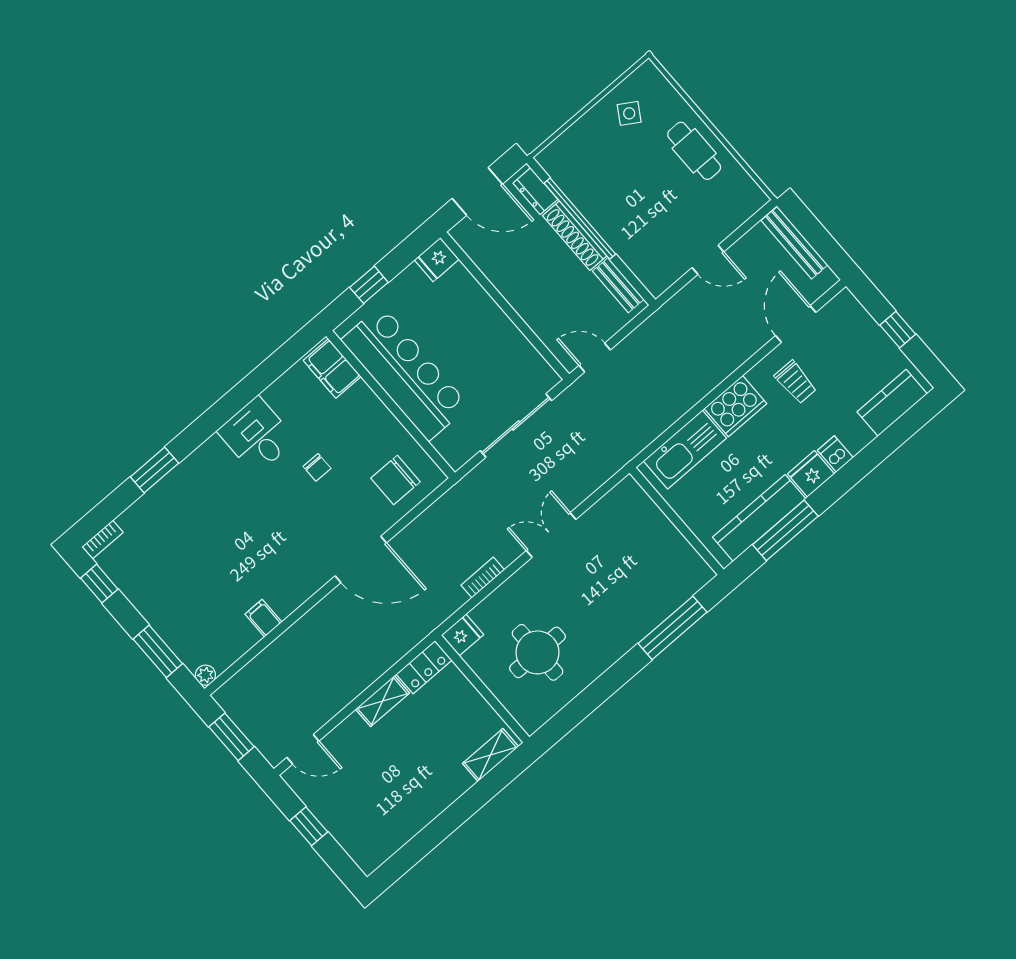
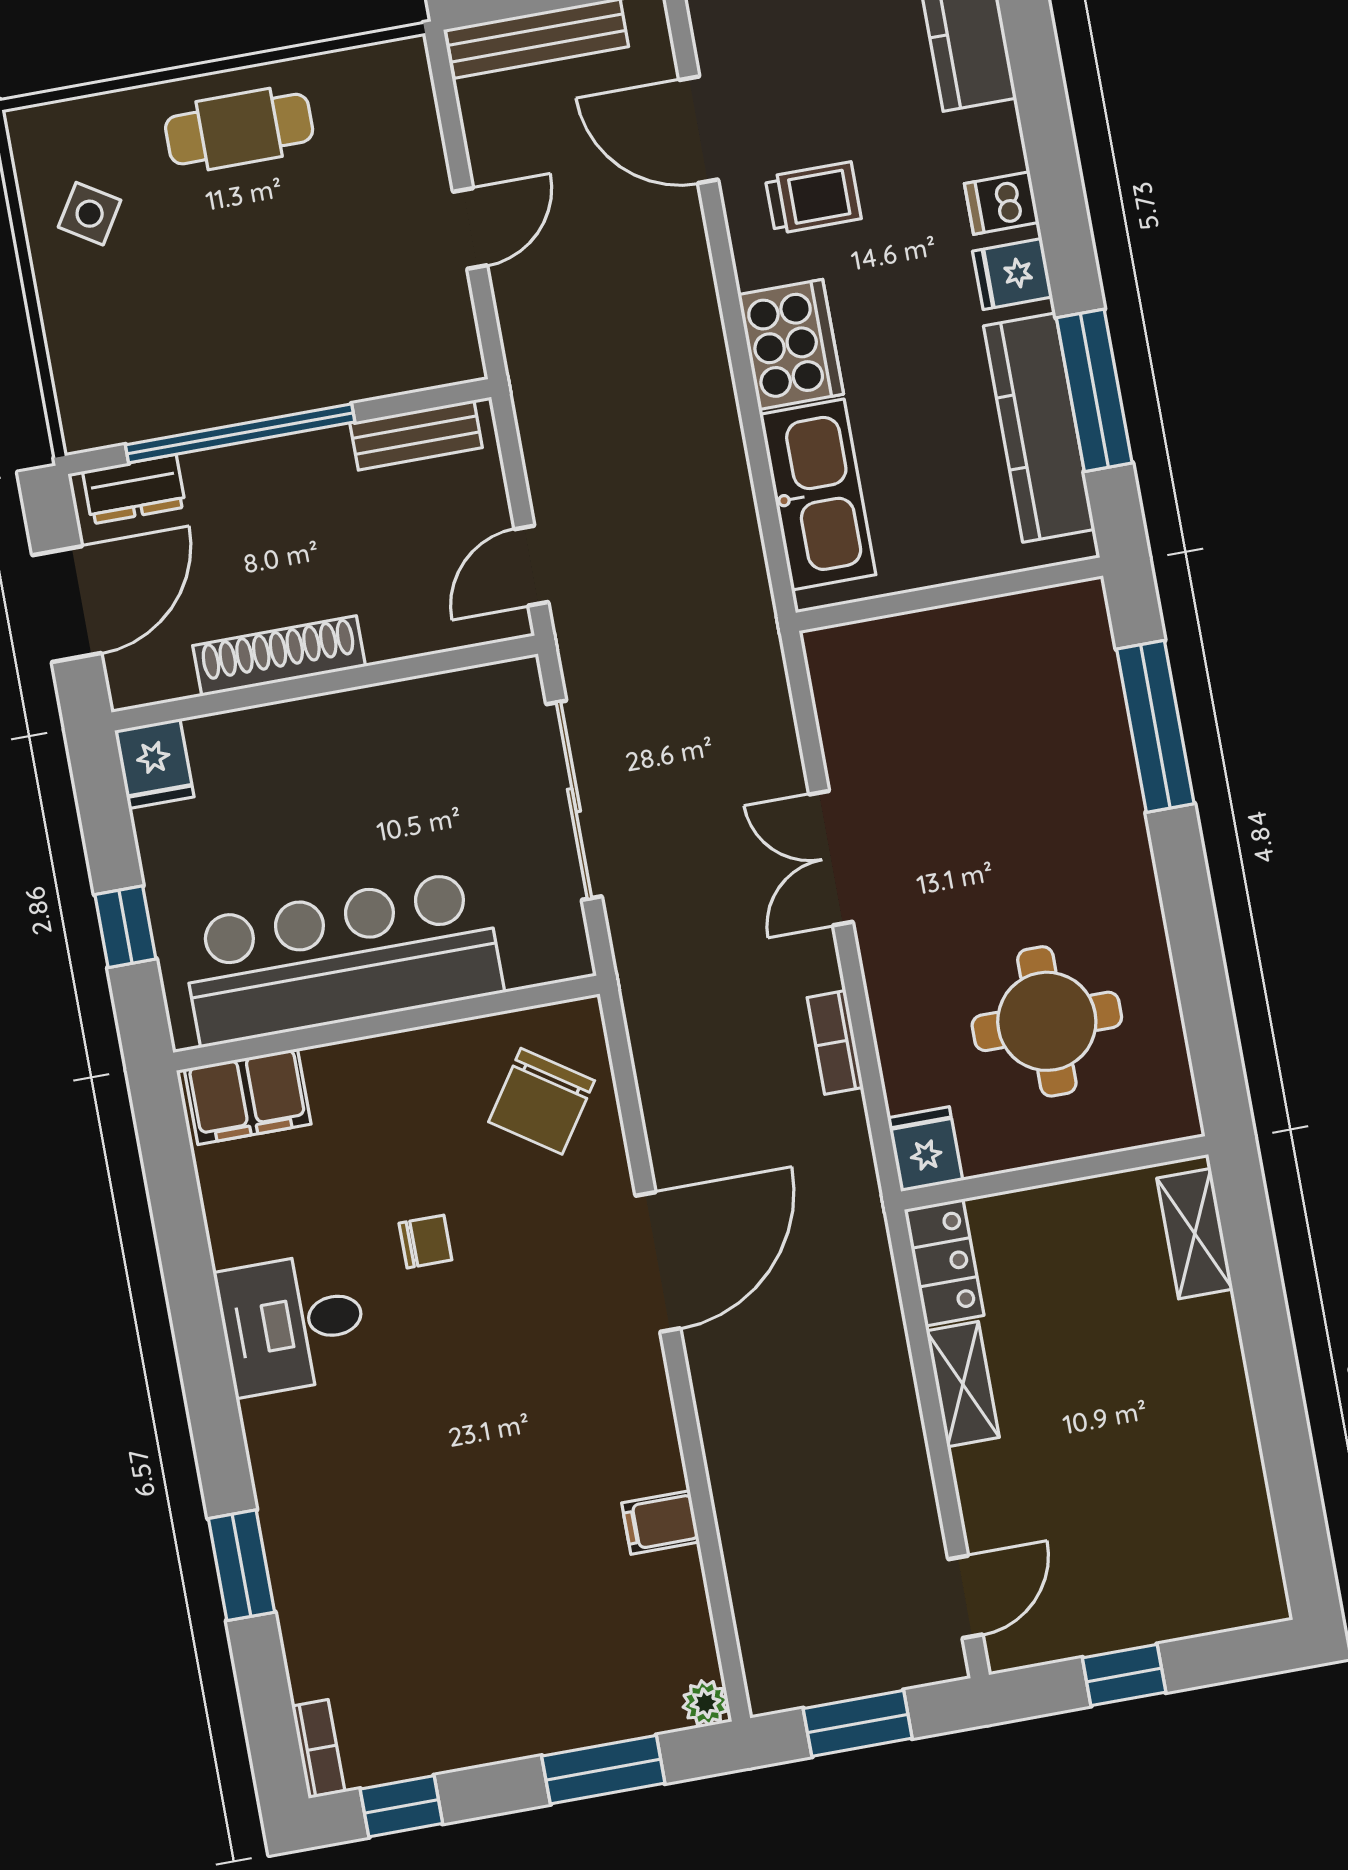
shoe rack: (575, 236) -> (279, 656), moved, turned 180
fridge: (811, 474) -> (1013, 274), width x0.72
chair: (395, 480) -> (542, 1101), turned 34

